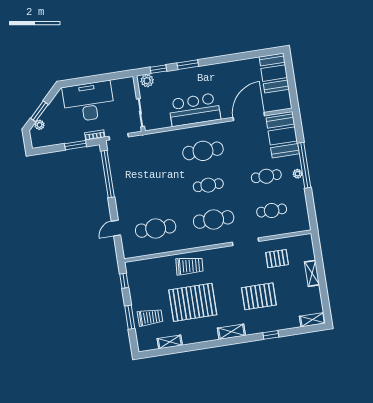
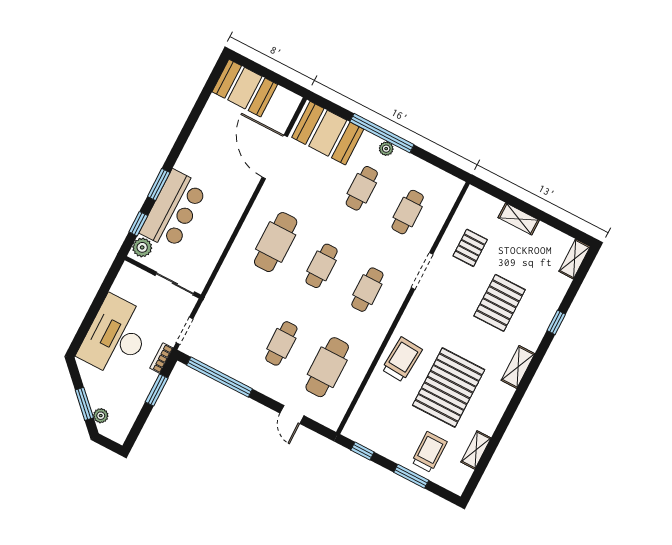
bar counter: (194, 110) -> (174, 210), moved, turned 180
cafe table: (150, 194) -> (281, 343), added
cafe table: (214, 219) -> (367, 290), width x0.73, depth x0.74

